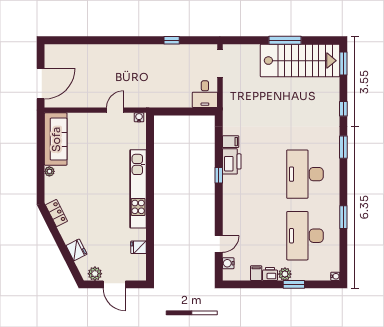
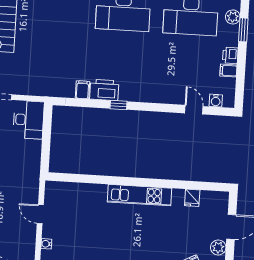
desk: (205, 94) -> (28, 120), width x1.37
water cooler: (139, 117) -> (46, 244), moved
kitchen unit: (138, 189) -> (140, 195), width x0.73
plant: (285, 274) -> (233, 17), moved

